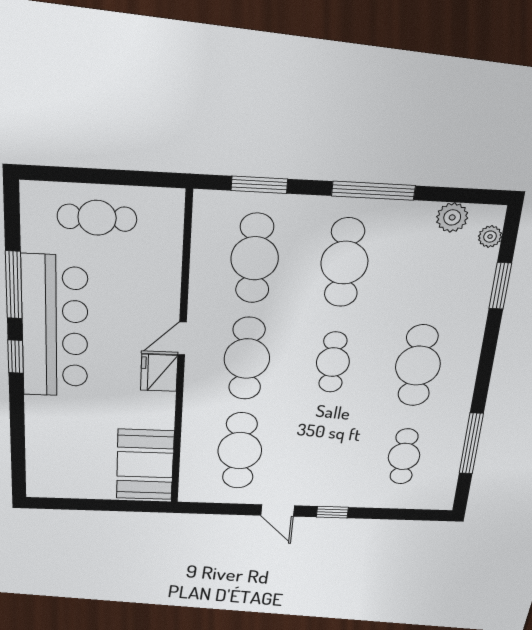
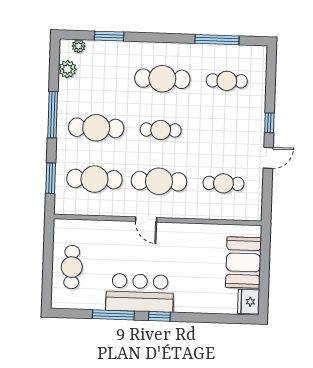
bar counter: (55, 327) -> (140, 293), width x0.73
fridge: (159, 373) -> (249, 302), moved, turned 90
cafe table: (240, 451) -> (223, 183), width x0.73, depth x0.74
booth: (145, 465) -> (243, 262), moved, turned 90

